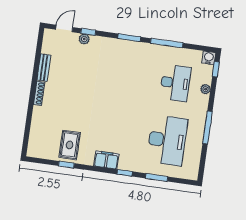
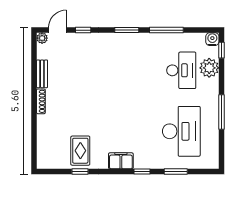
plant: (84, 39) -> (42, 38), moved
plant: (206, 89) -> (209, 68), width x1.88, depth x1.88

